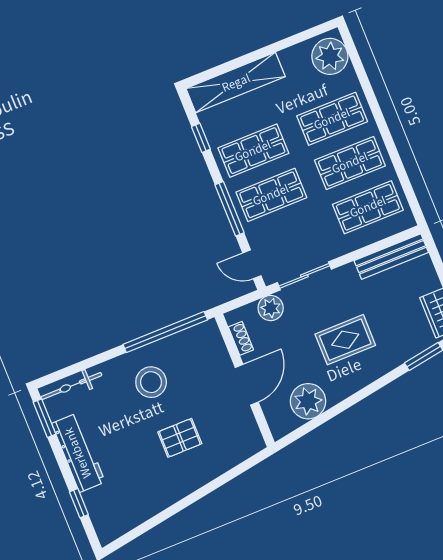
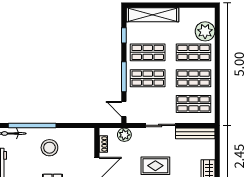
plant: (330, 56) -> (205, 31), moved
sliding door: (304, 276) -> (160, 125), moved
window: (165, 332) -> (32, 125), moved

